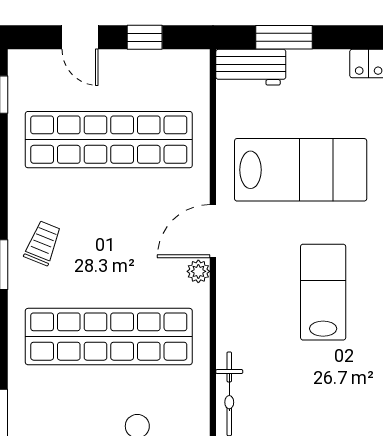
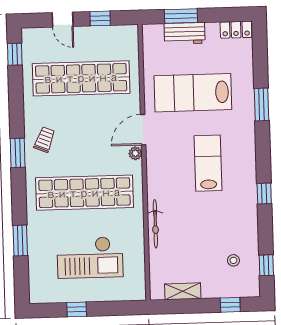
workbench: (251, 67) -> (185, 33), moved
lab bench: (301, 170) -> (193, 93), turned 180

